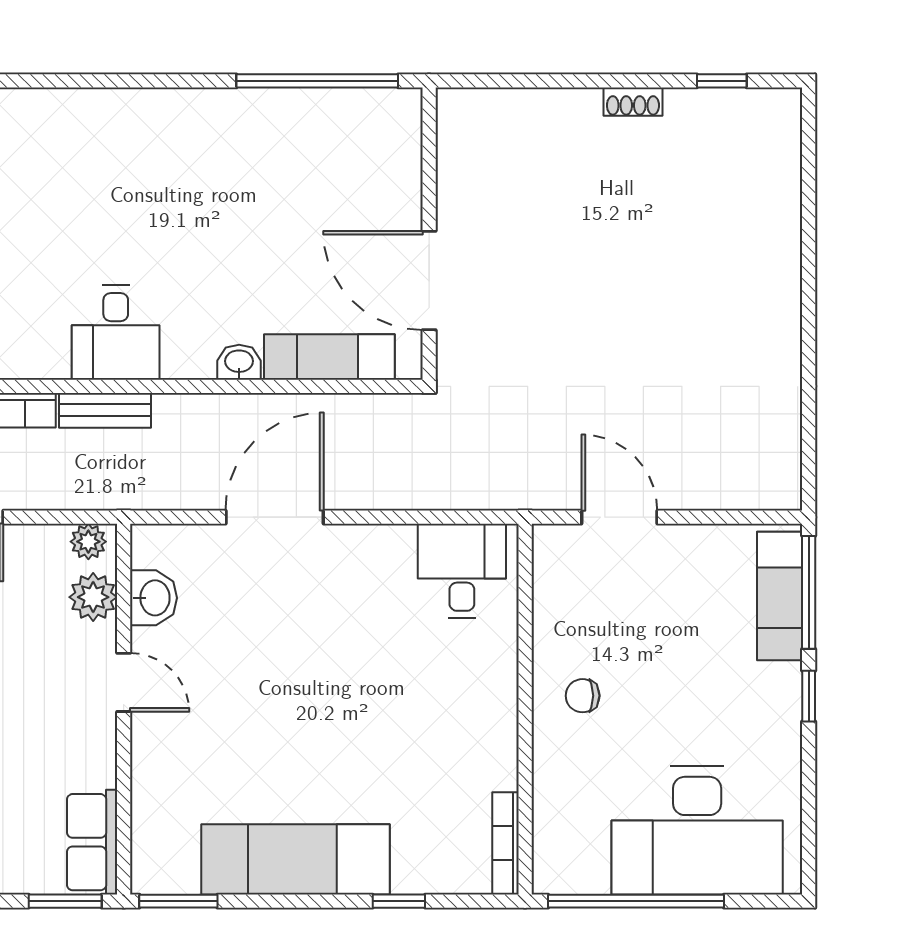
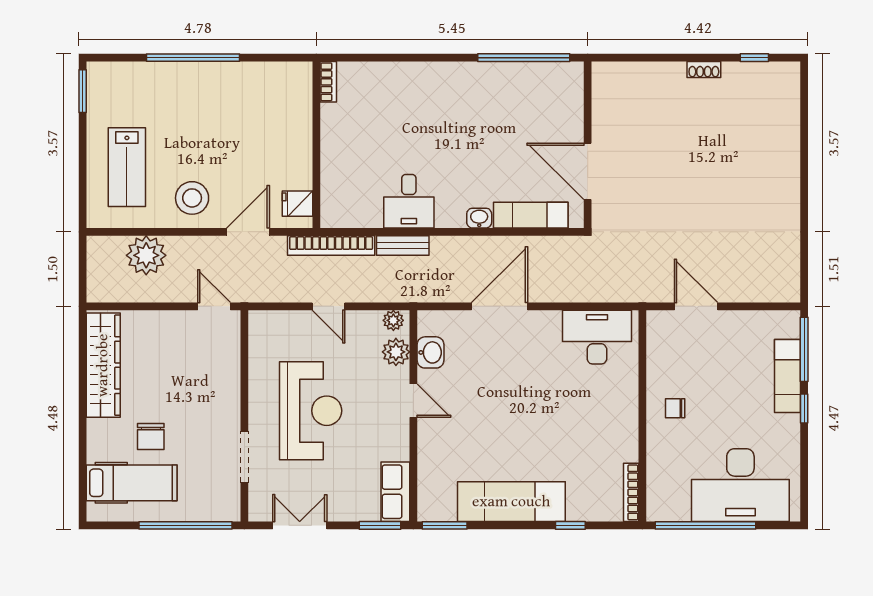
desk: (462, 571) -> (597, 337), width x1.37
exam couch: (780, 596) -> (787, 376), moved

